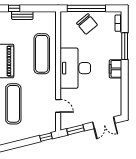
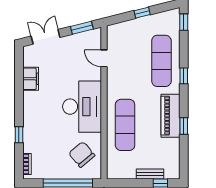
chair: (87, 24) -> (82, 154), moved
window: (125, 46) -> (19, 135), width x0.46
filing cabinet: (116, 69) -> (31, 79), moved
window: (46, 137) -> (142, 13), moved

